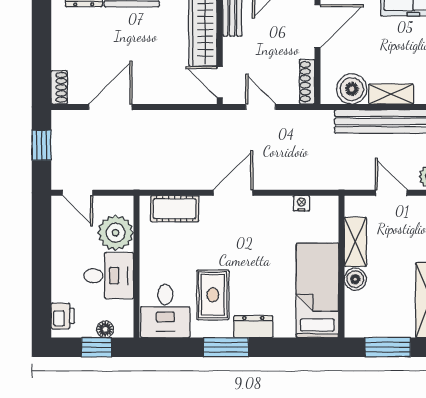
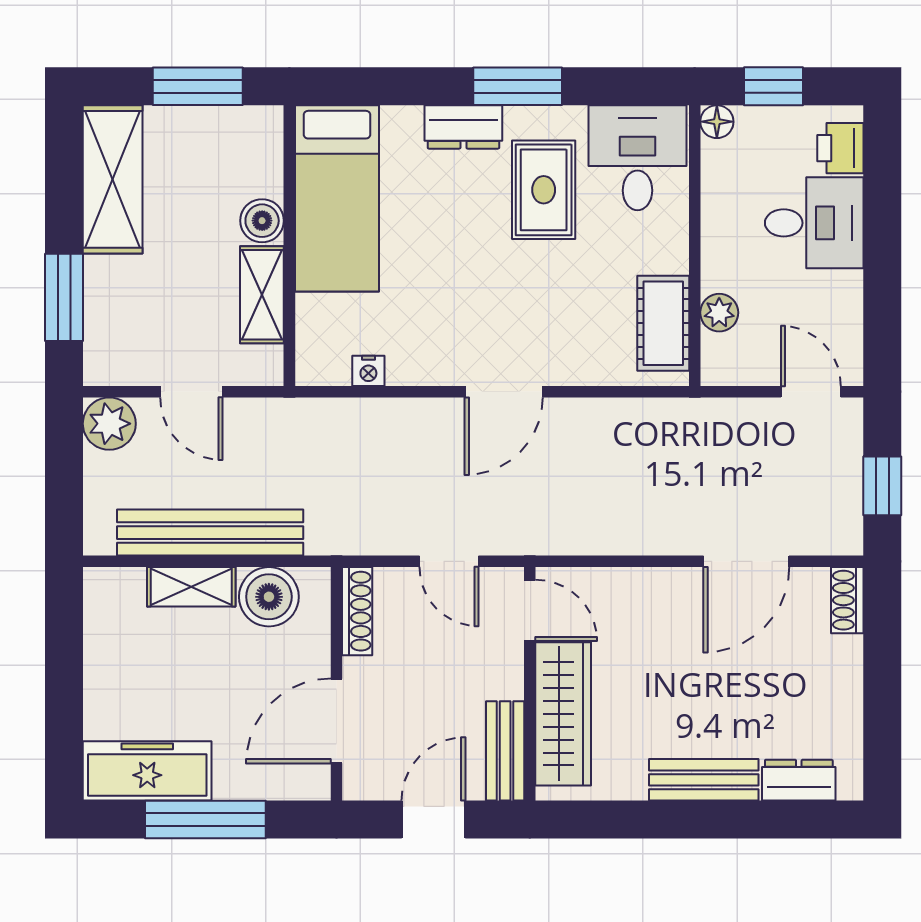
cot: (175, 209) -> (663, 323), moved, turned 90
plant: (116, 233) -> (719, 313), width x0.53, depth x0.53
desk: (109, 276) -> (814, 223), moved, turned 180
floor lamp: (105, 329) -> (717, 122), moved

